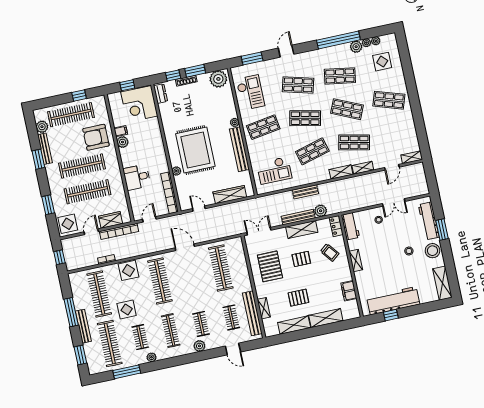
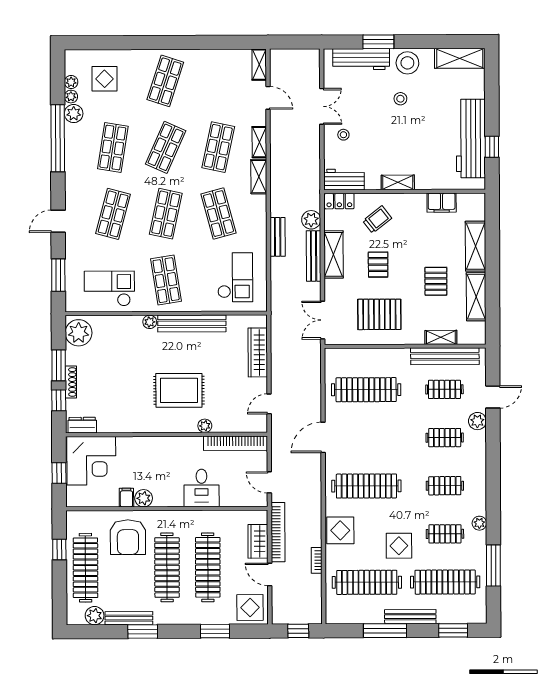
door: (286, 51) -> (58, 221), hinge flipped
rug: (195, 150) -> (179, 390), width x0.73, depth x0.69
clothes rail: (171, 331) -> (445, 486), width x0.73
plant: (199, 346) -> (477, 421), moved

